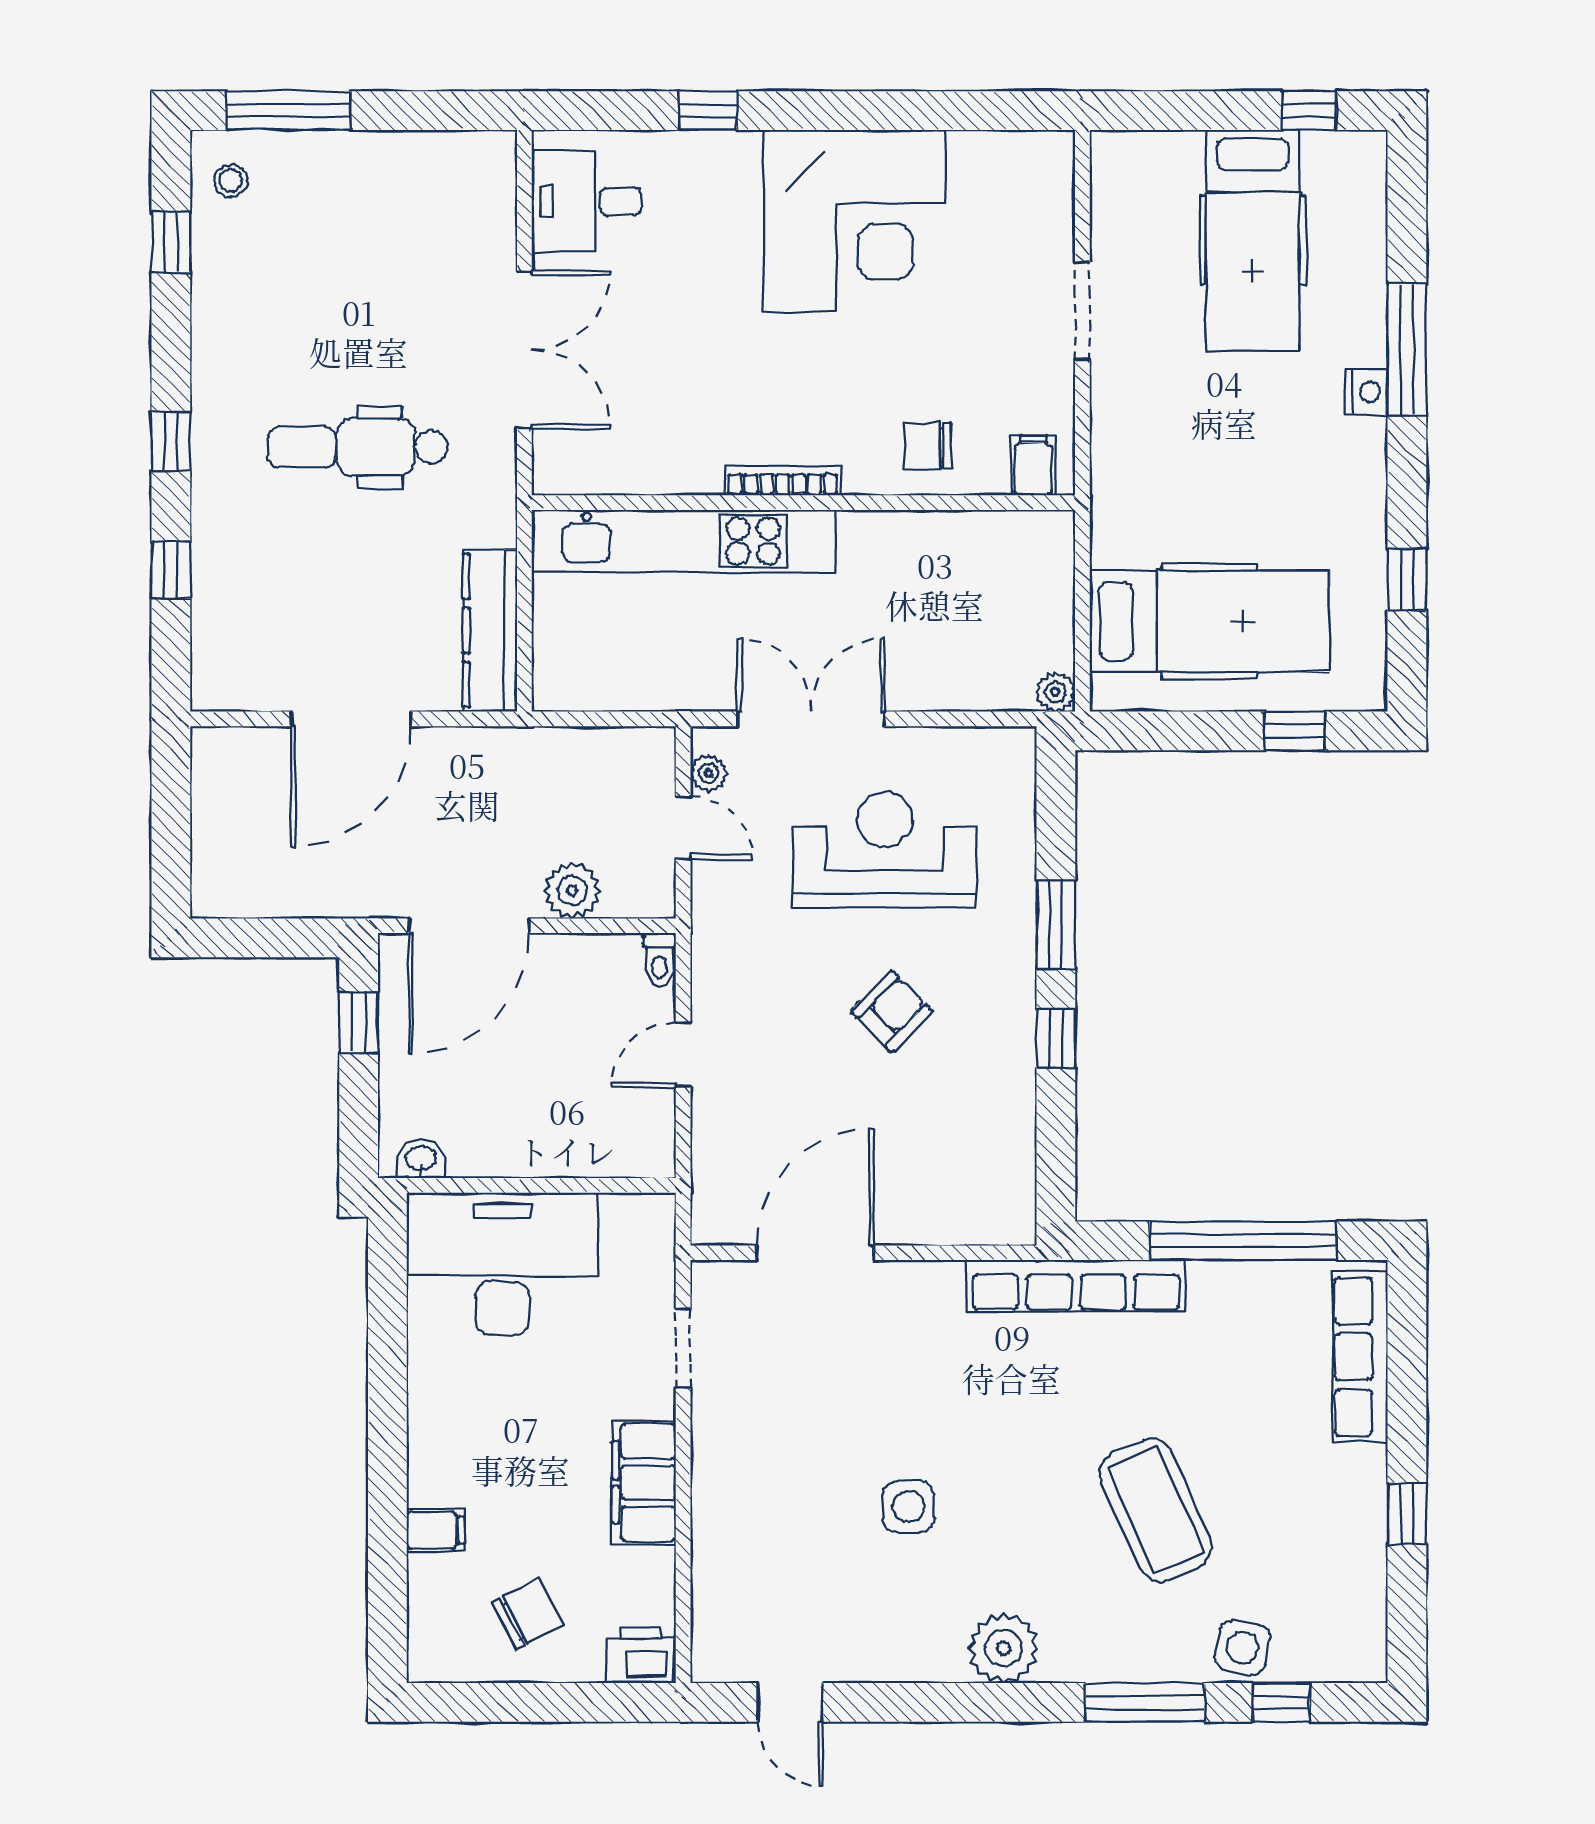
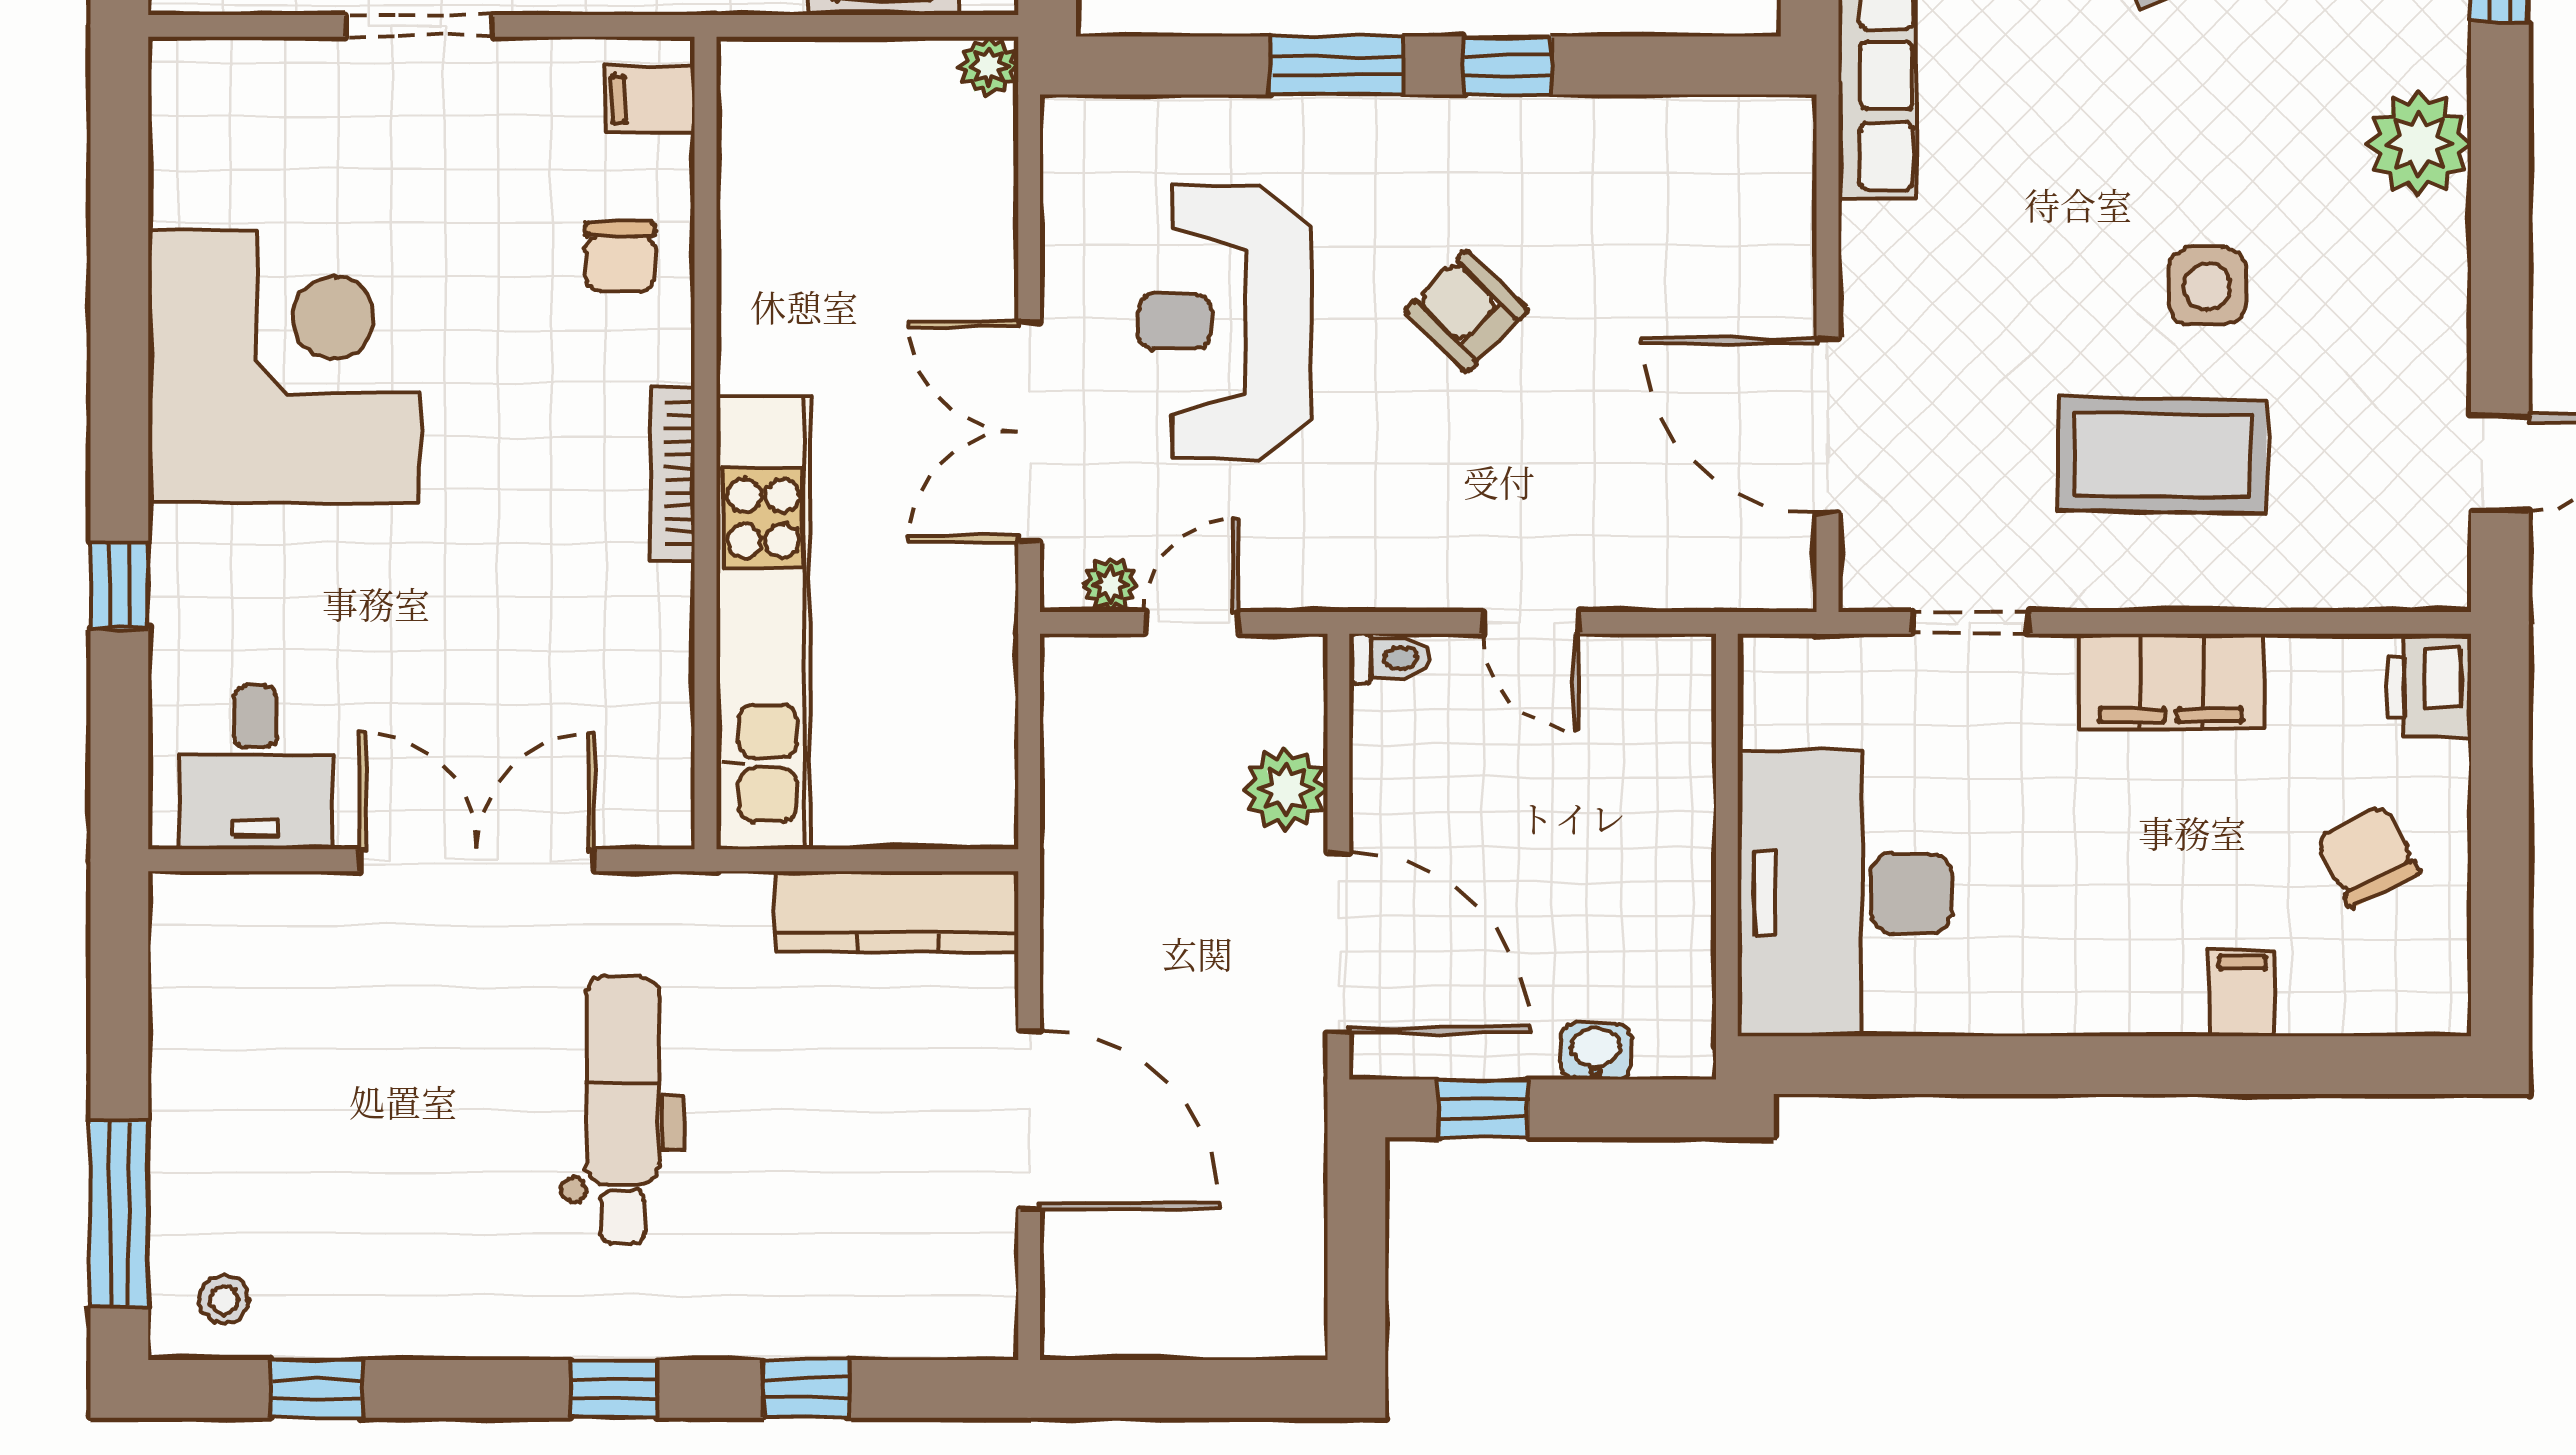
dental chair: (358, 447) -> (622, 1110), turned 180
washbasin: (421, 1159) -> (1596, 1051), moved, turned 90
coffee table: (795, 1477) -> (2162, 455), added

